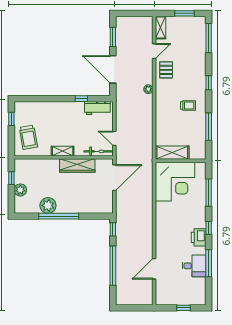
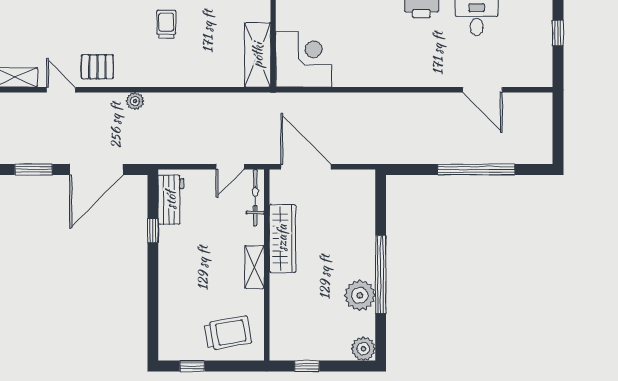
corner desk: (175, 182) -> (304, 59), width x0.74, depth x0.74
plant: (20, 190) -> (363, 349), moved
window: (113, 229) -> (406, 170), removed

